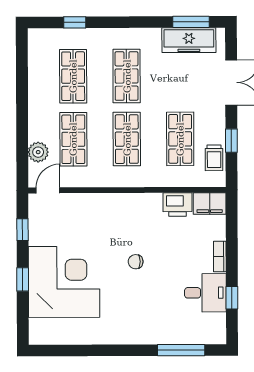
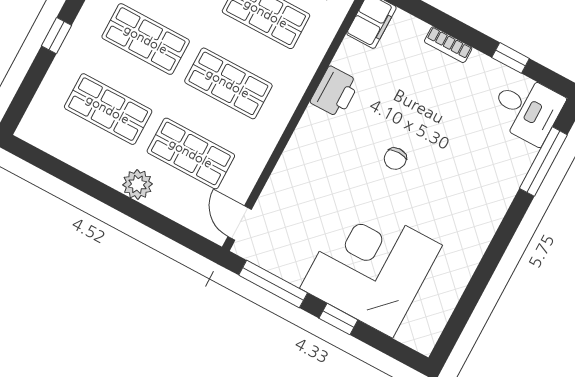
window: (75, 22) -> (56, 36), moved
plant: (38, 152) -> (137, 184), moved
printer: (177, 205) -> (335, 92), moved
window: (22, 230) -> (273, 284), width x2.17
desk: (205, 293) -> (527, 109), moved, turned 90

